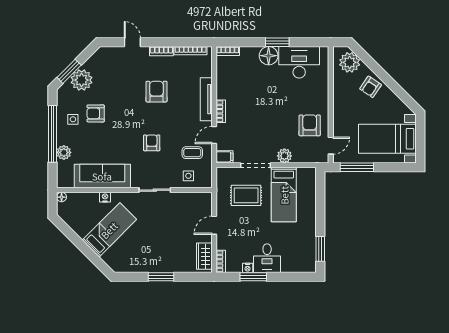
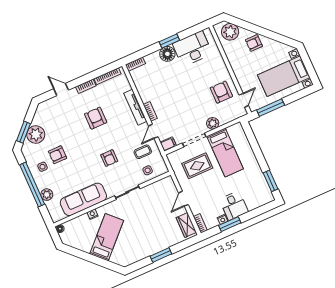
armchair: (371, 87) -> (254, 43), turned 56
armchair: (152, 143) -> (109, 158), turned 180

